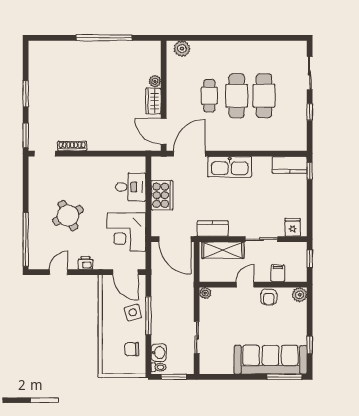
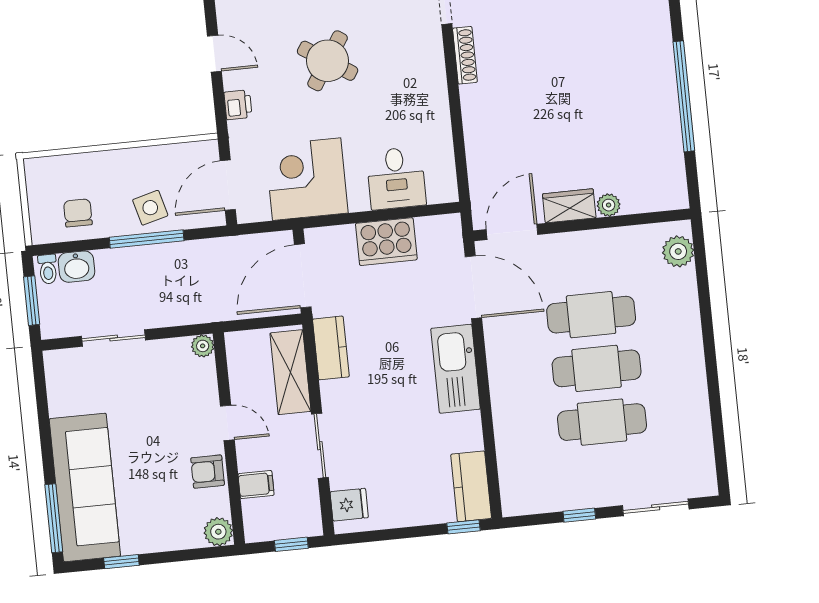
cafe table: (209, 96) -> (591, 315), width x1.37, depth x1.35
round table: (68, 216) -> (328, 61), turned -30

